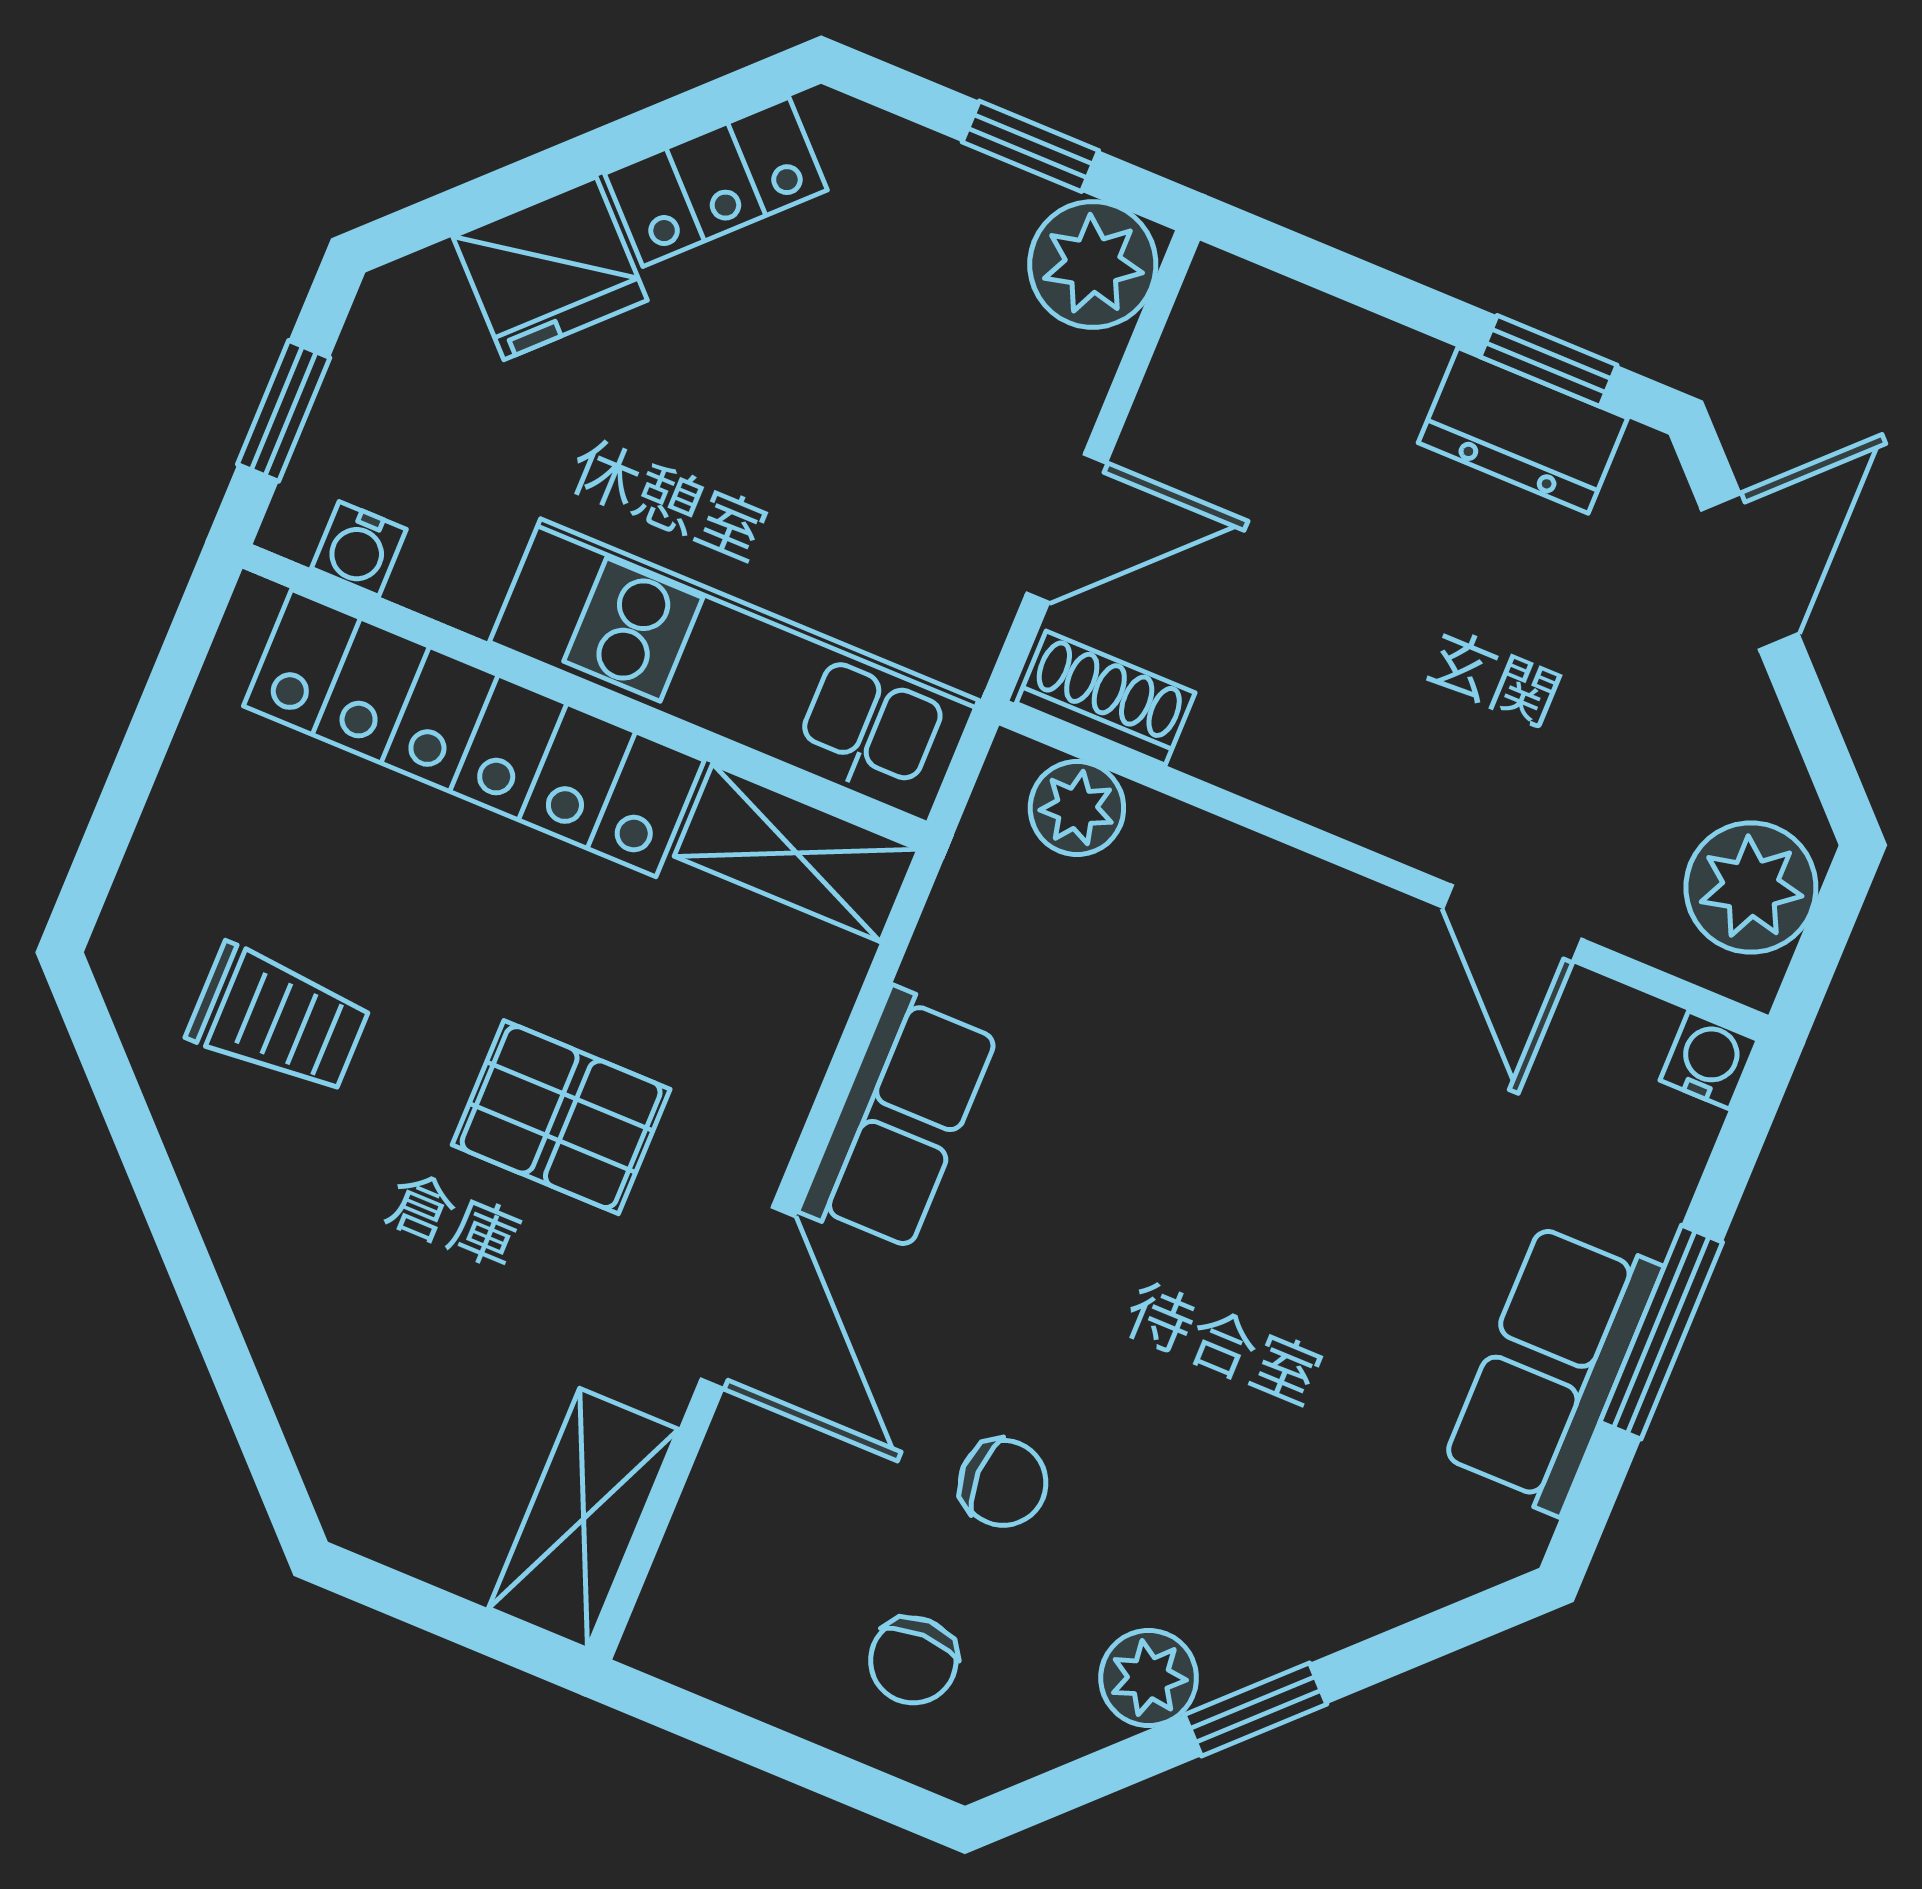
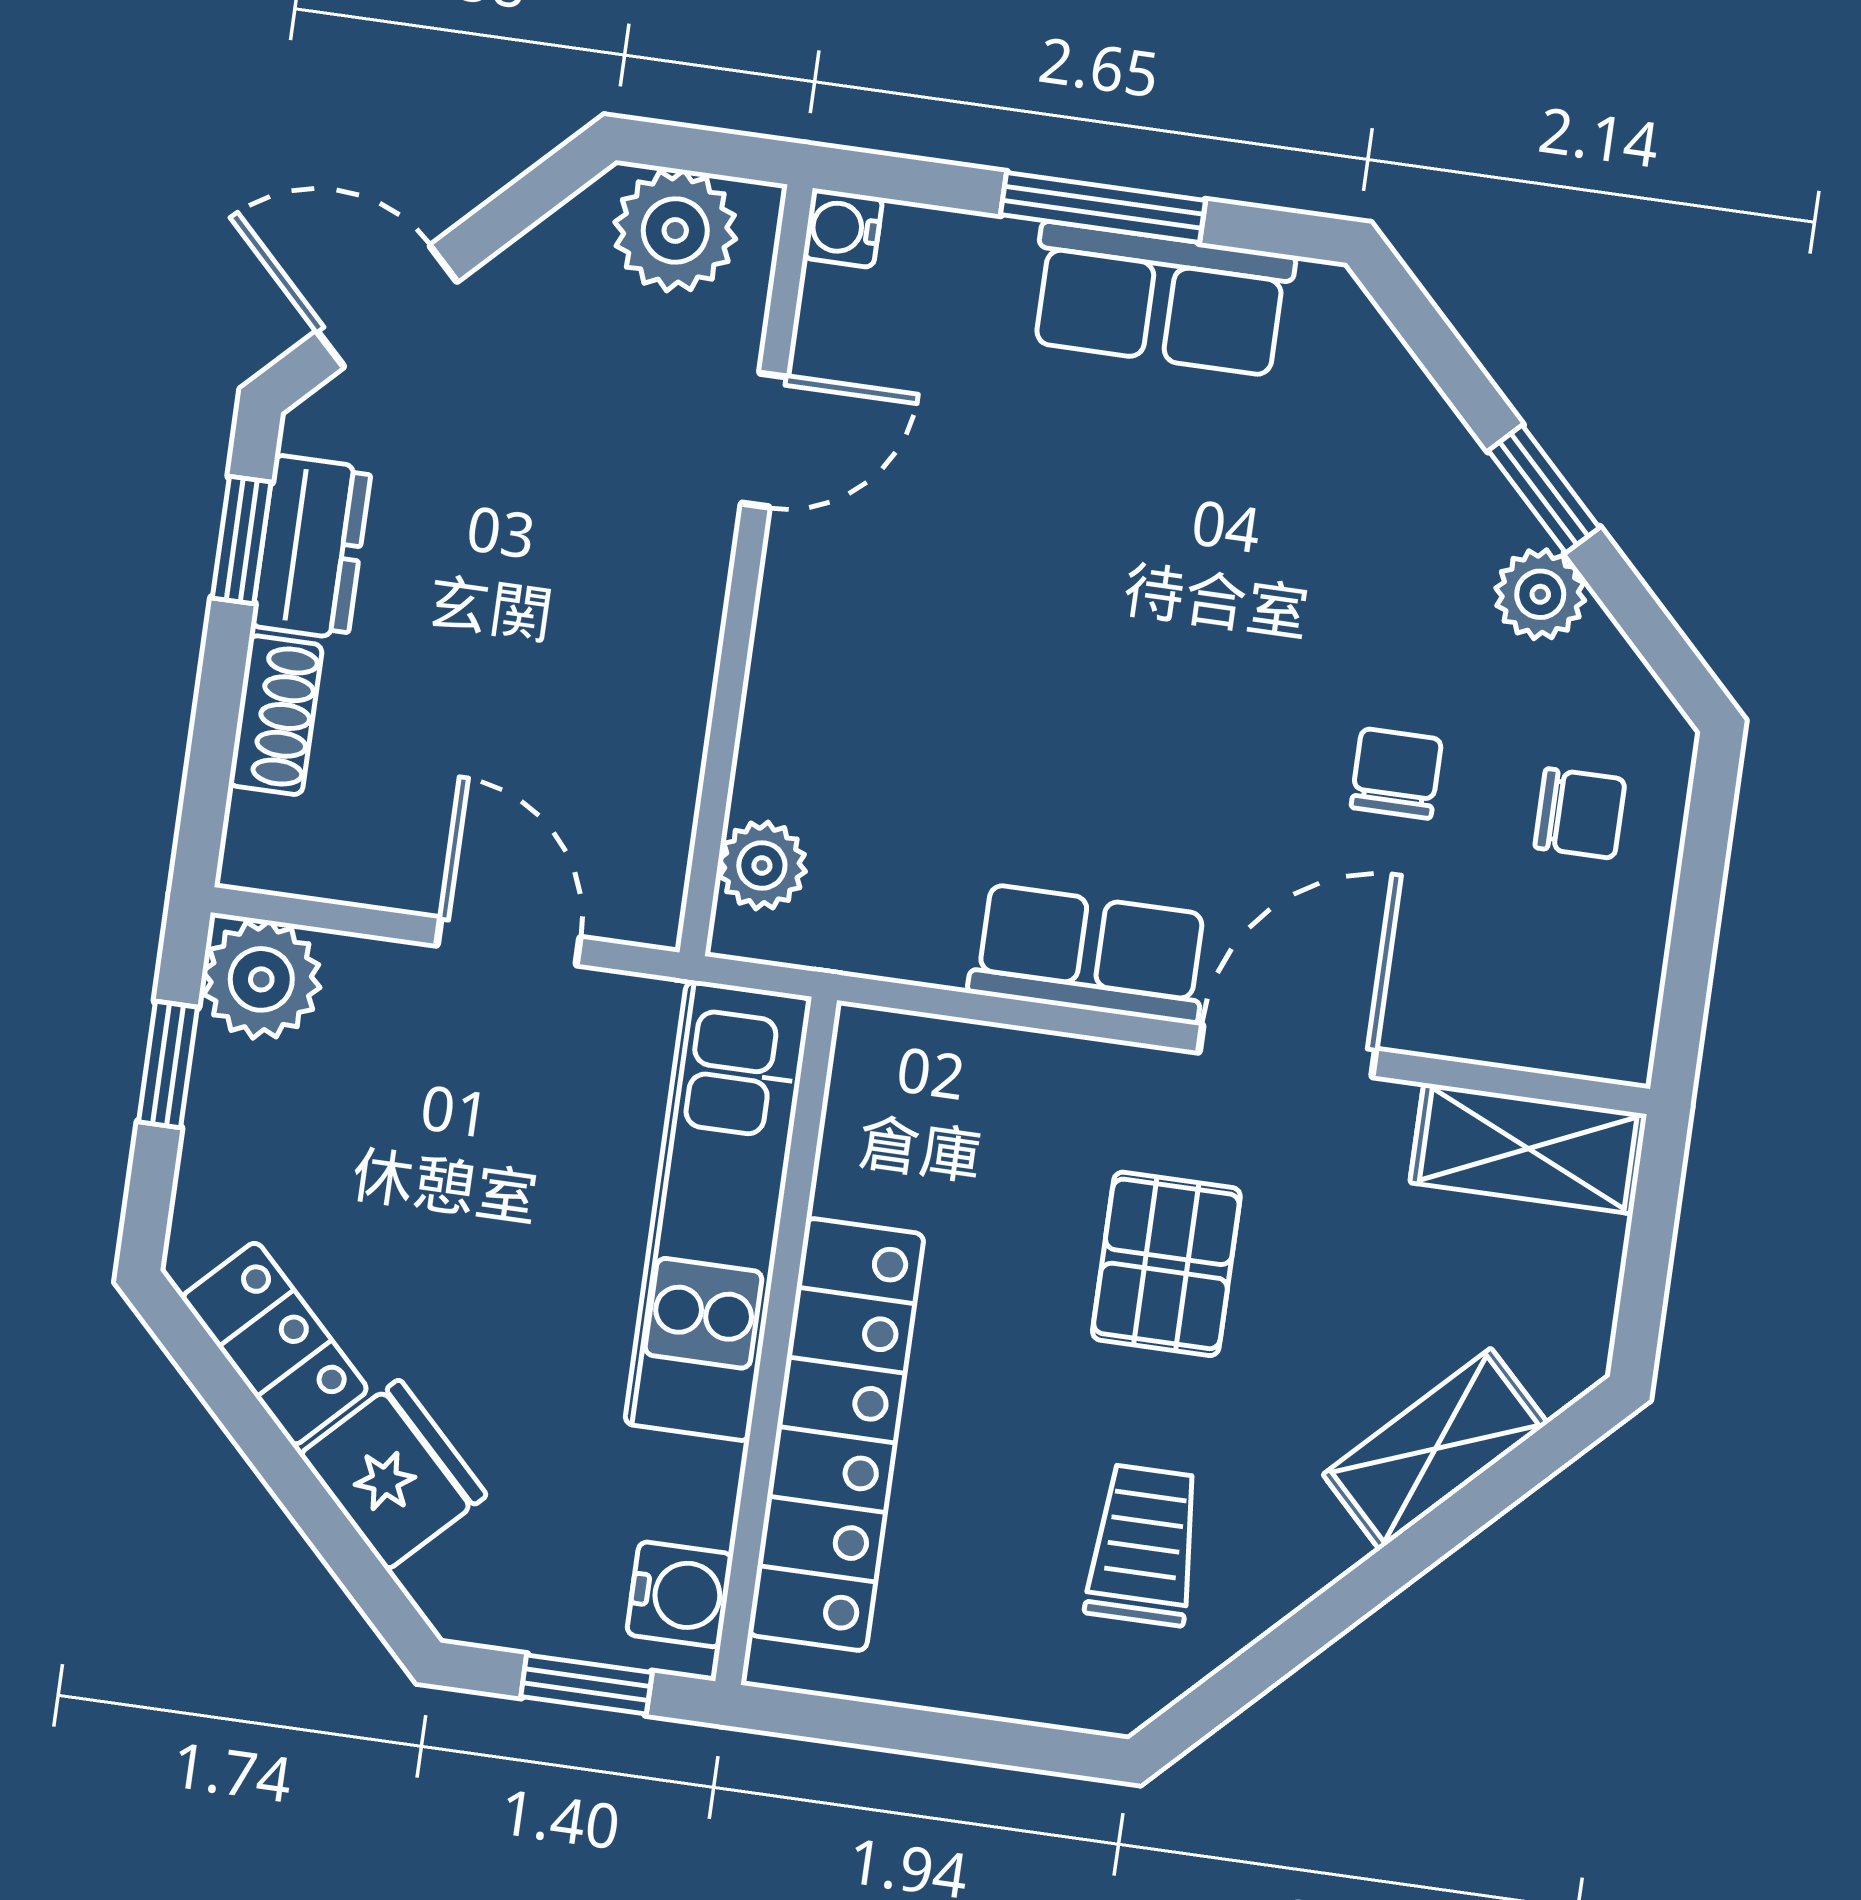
water cooler: (359, 549) -> (680, 1594), width x1.38, depth x1.38
shoe rack: (1106, 698) -> (276, 715), moved, turned 180
shelving: (797, 853) -> (1435, 1449), moved, turned 45

